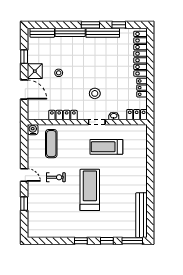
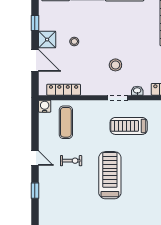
locker: (63, 115) -> (64, 90), moved

